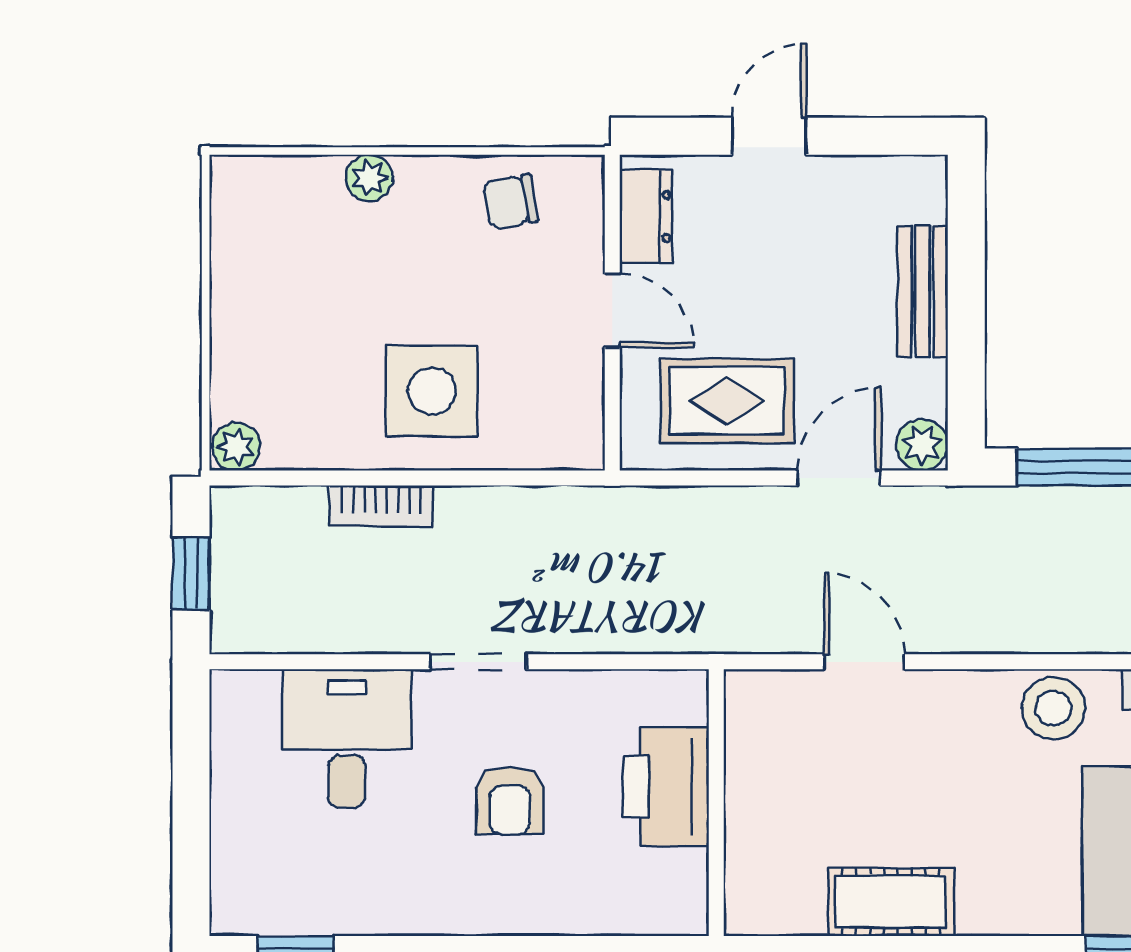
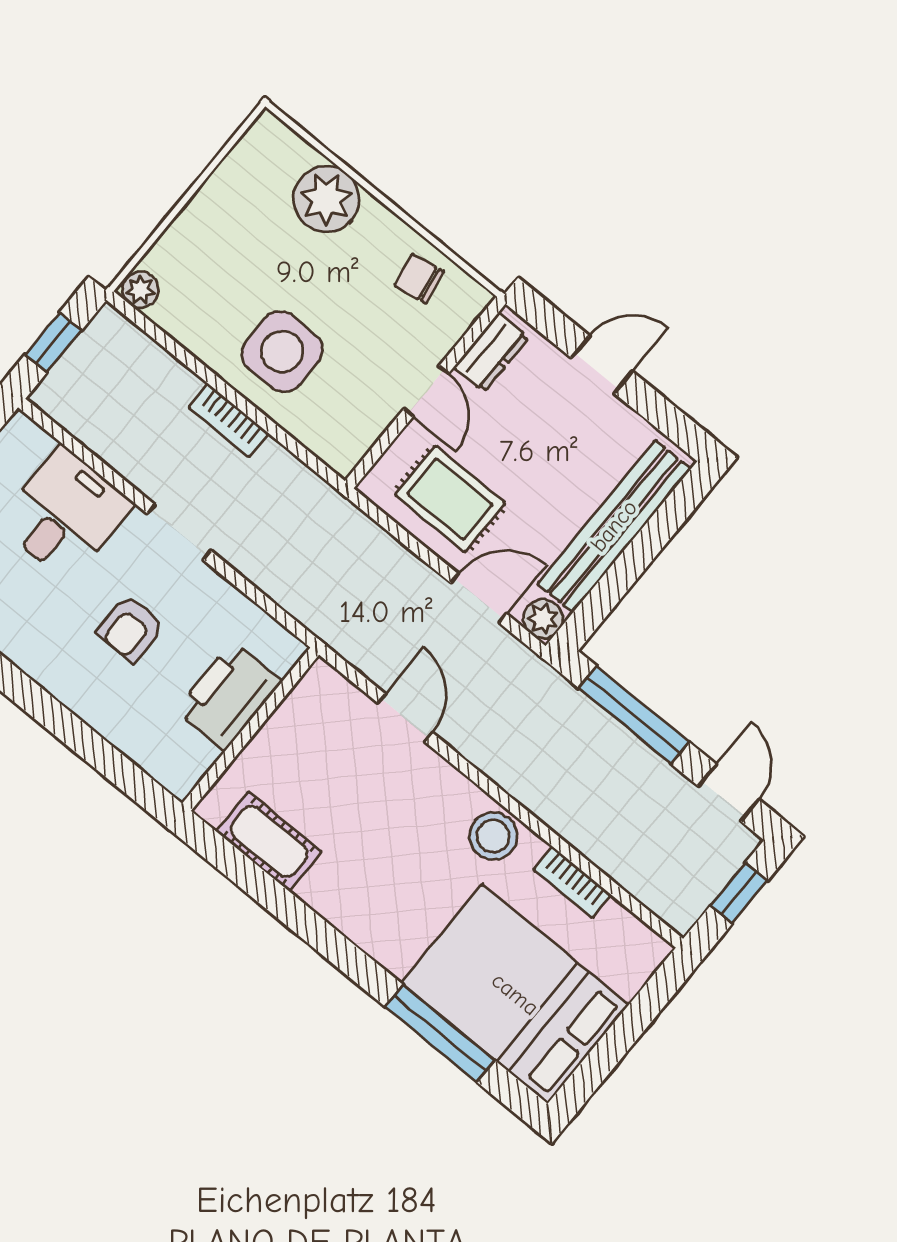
plant: (370, 178) -> (326, 199), width x1.88, depth x1.88
bench: (923, 291) -> (614, 526), width x1.86, depth x1.21
bookcase: (381, 506) -> (228, 420), moved
cot: (891, 902) -> (269, 841), moved

